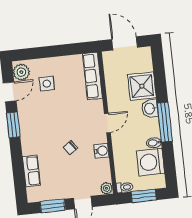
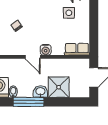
row of seats: (92, 76) -> (77, 49), width x0.68
water cooler: (101, 151) -> (46, 50), moved

